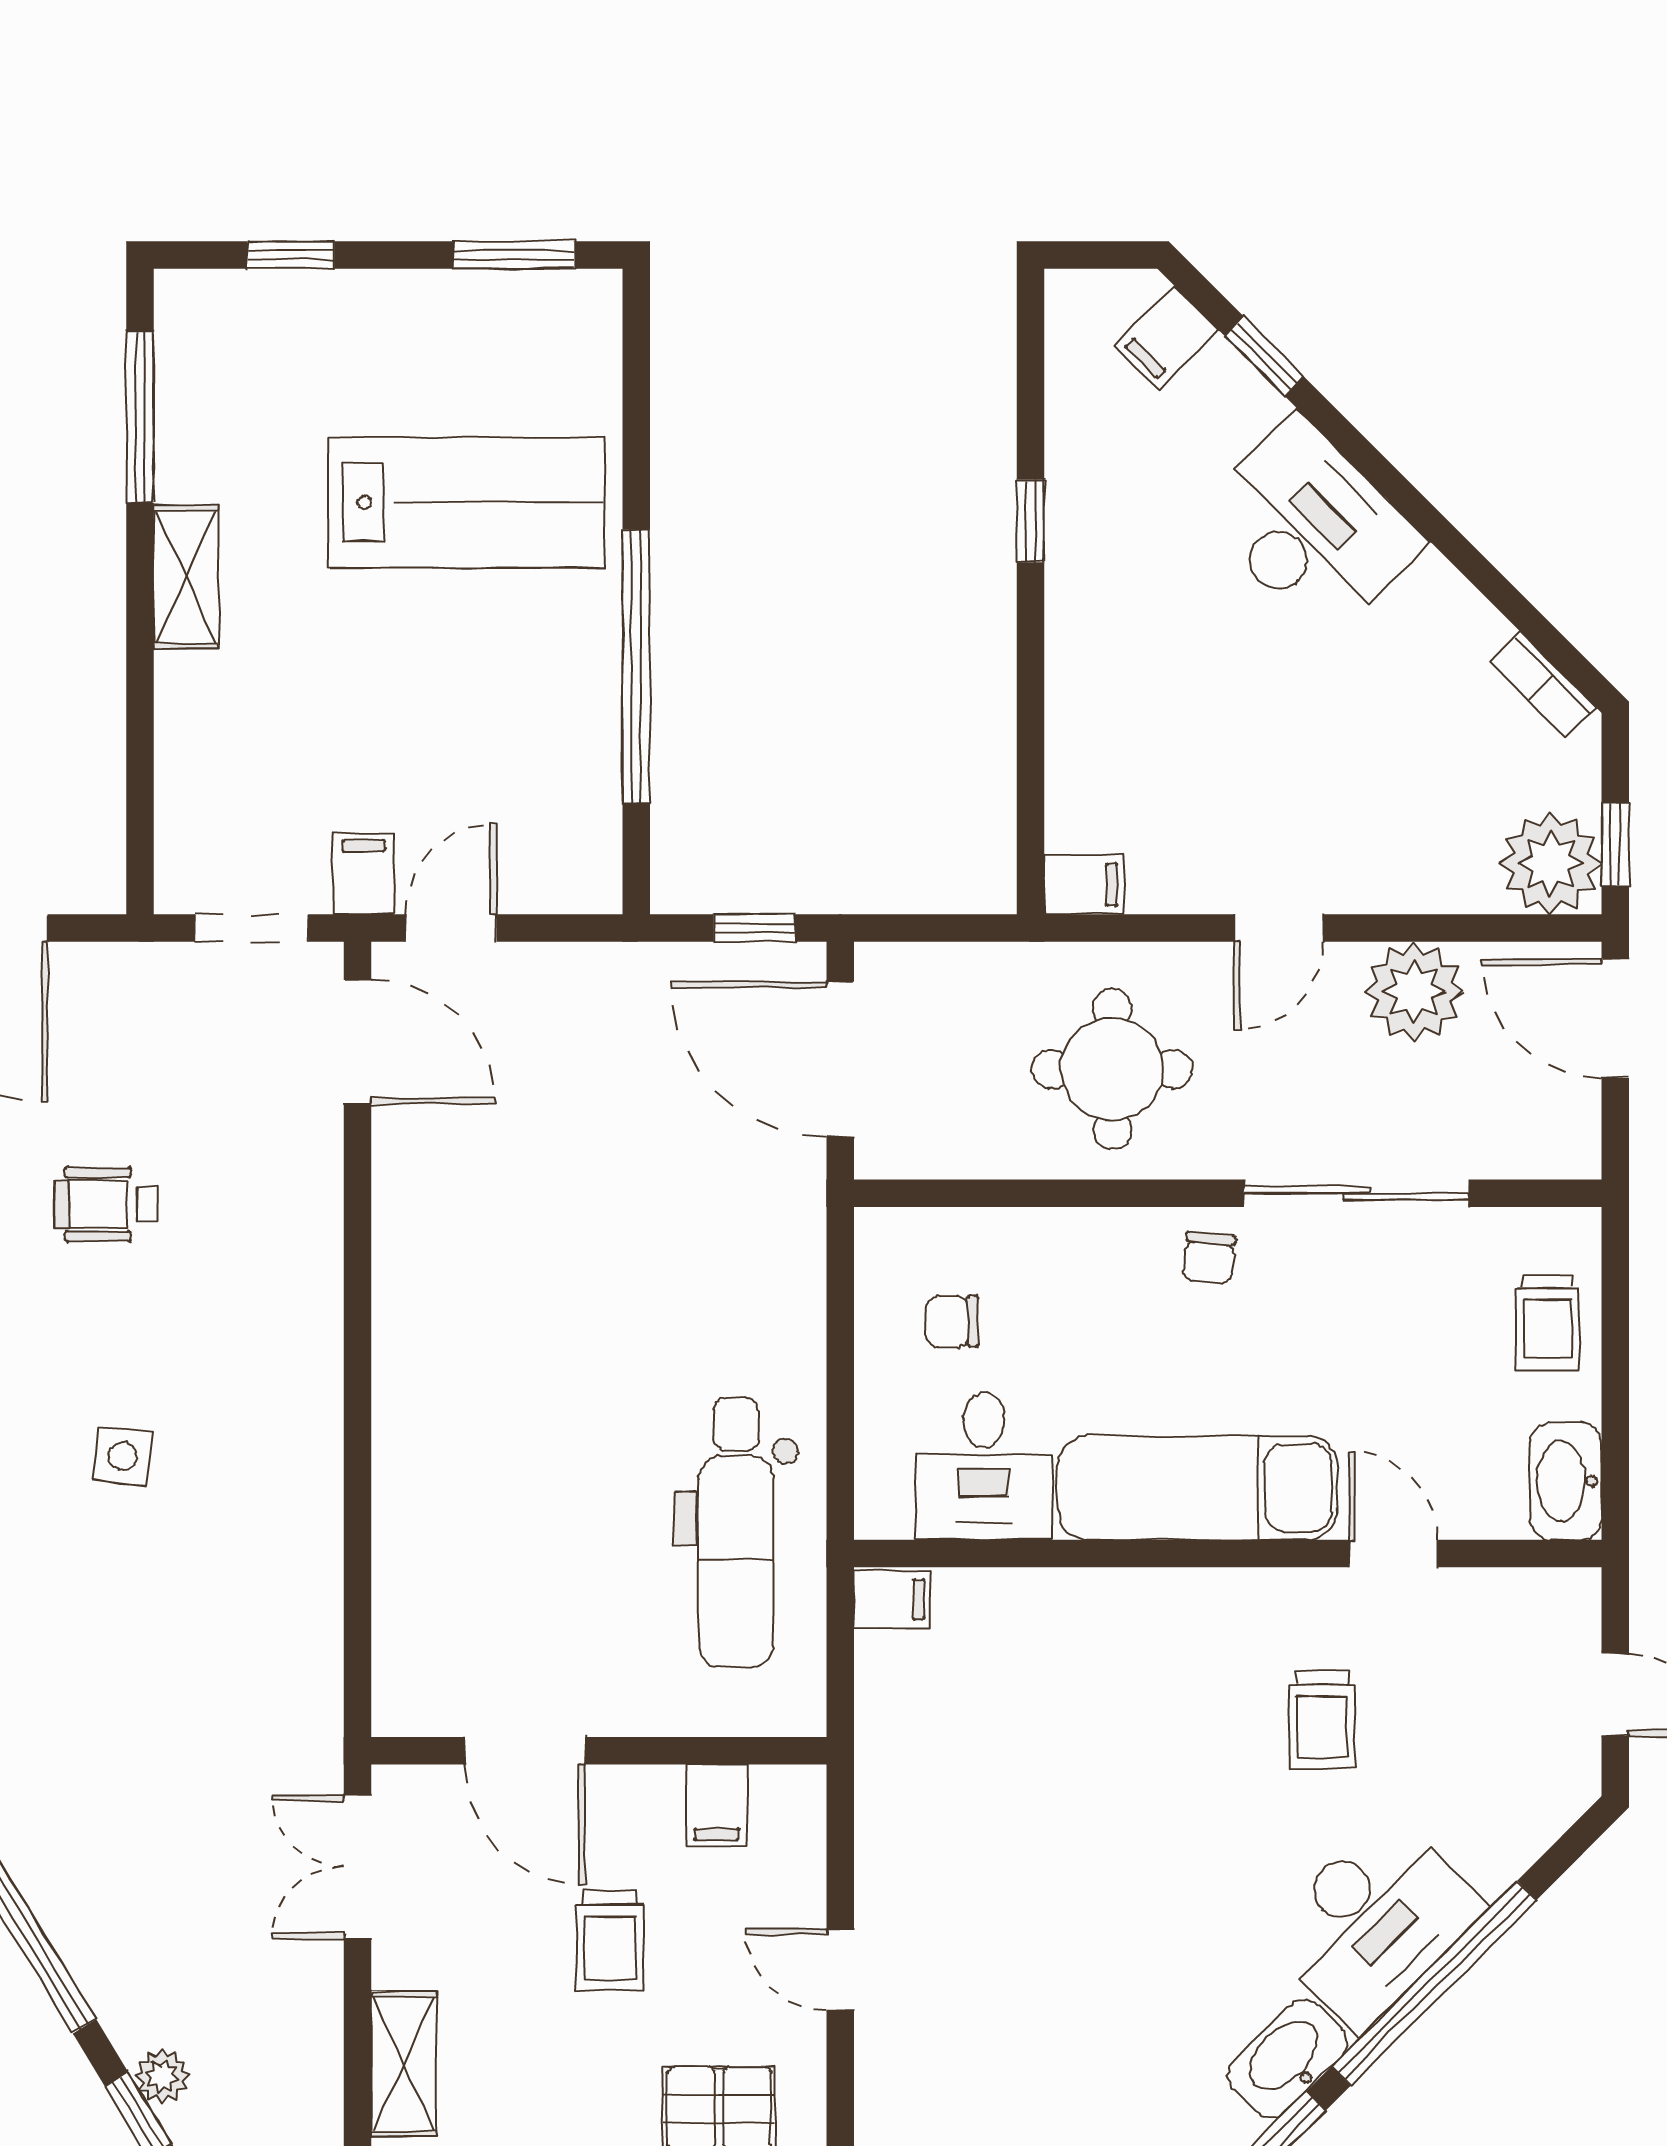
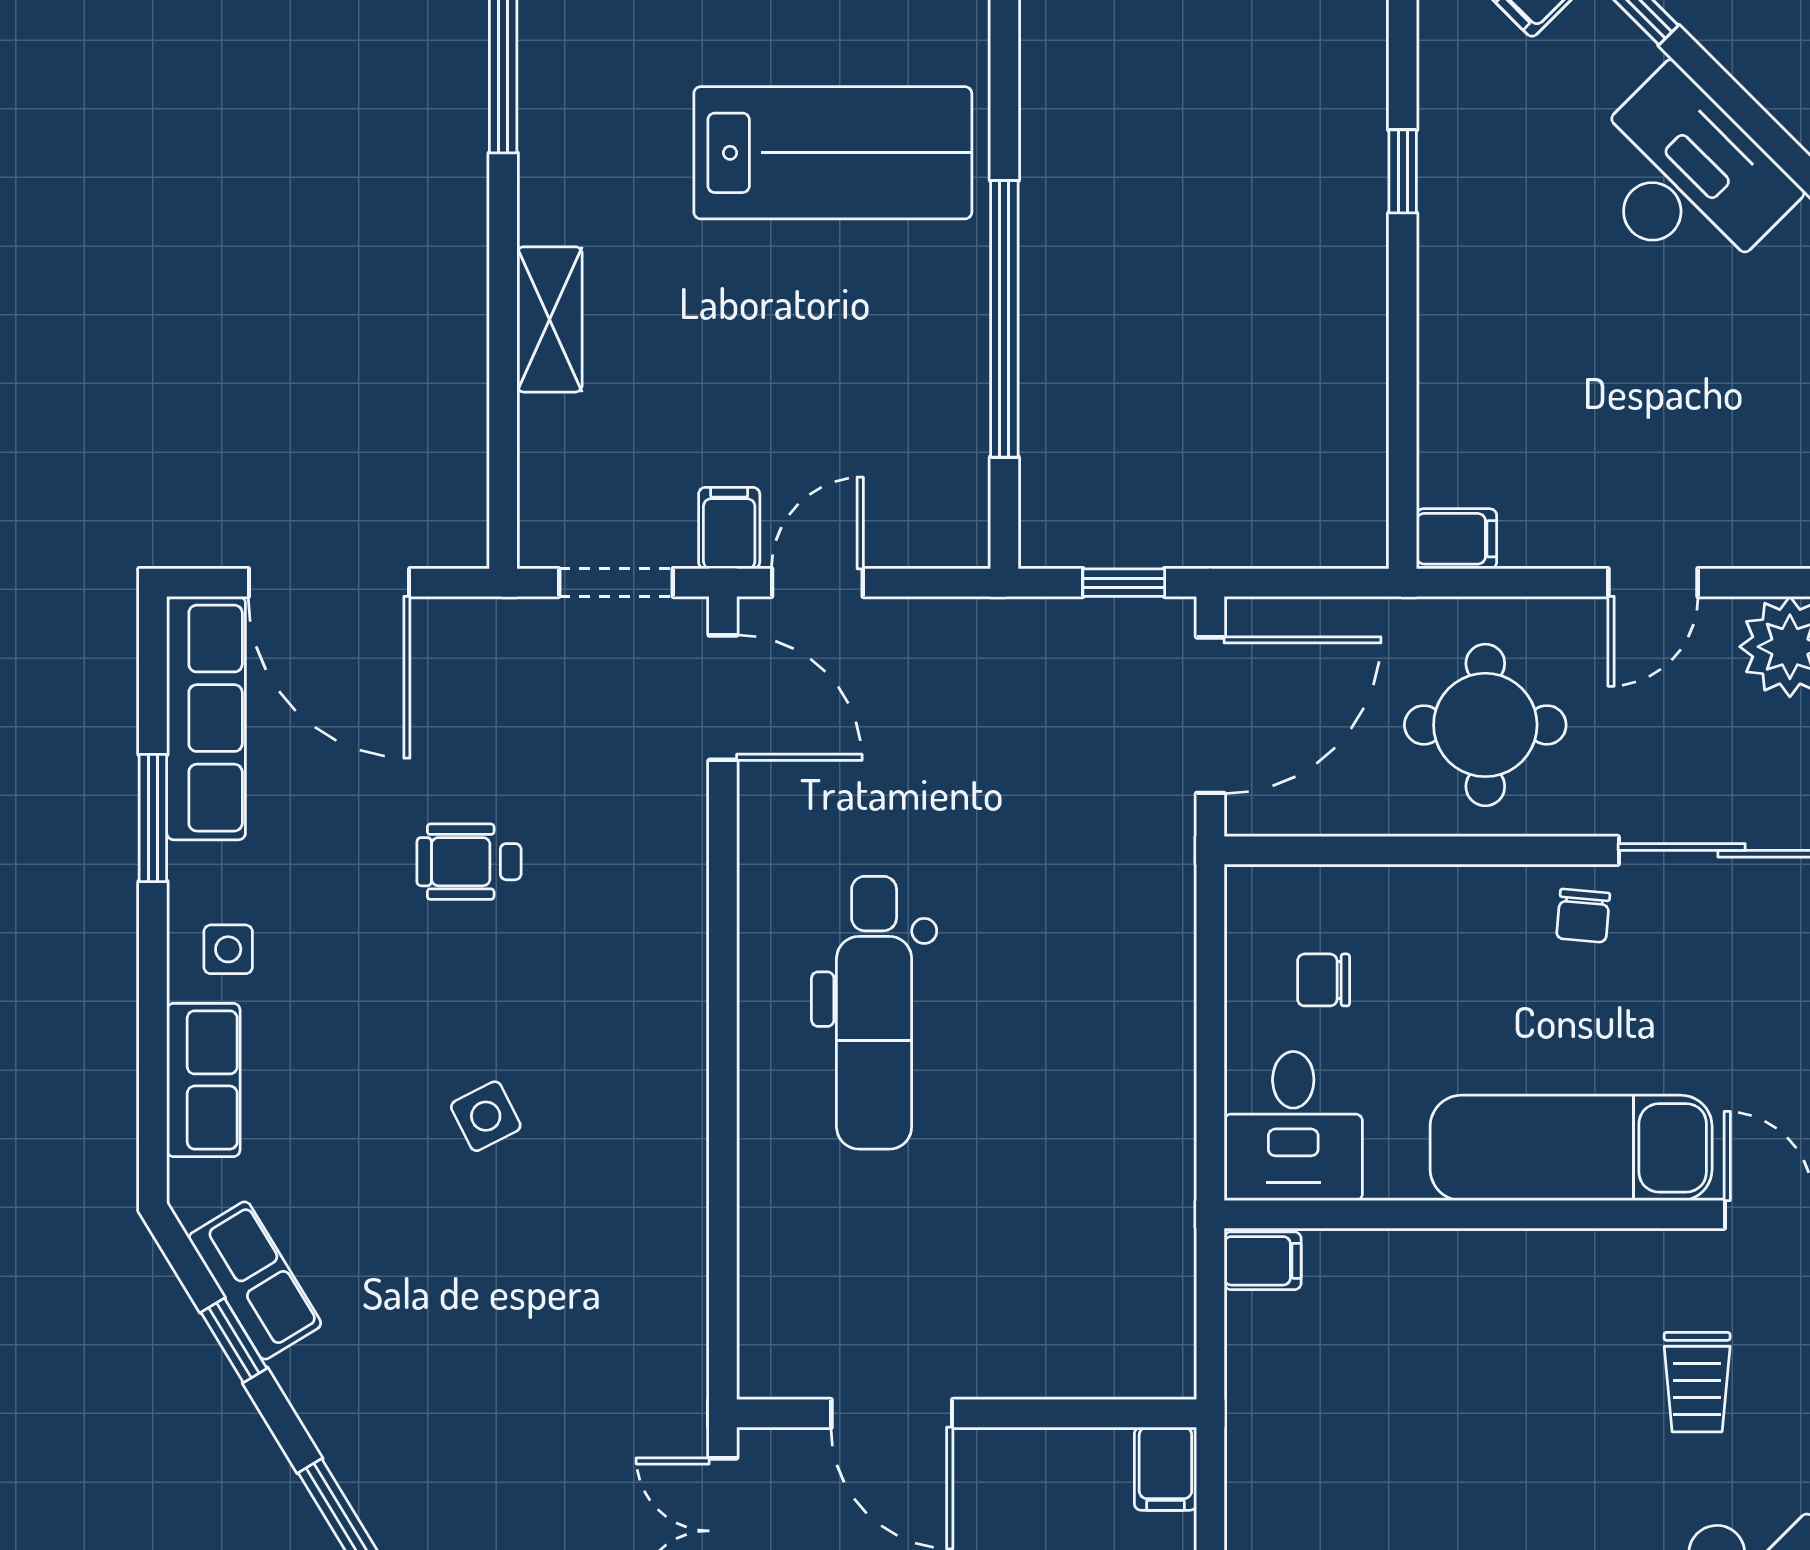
shelving: (186, 577) -> (550, 319), moved
door: (840, 1059) -> (1210, 715), swing flipped
side table: (123, 1456) -> (486, 1116), turned -33
desk: (984, 1466) -> (1293, 1126), moved
dental chair: (736, 1532) -> (874, 1013), moved
filing cabinet: (717, 1805) -> (1165, 1469), moved

